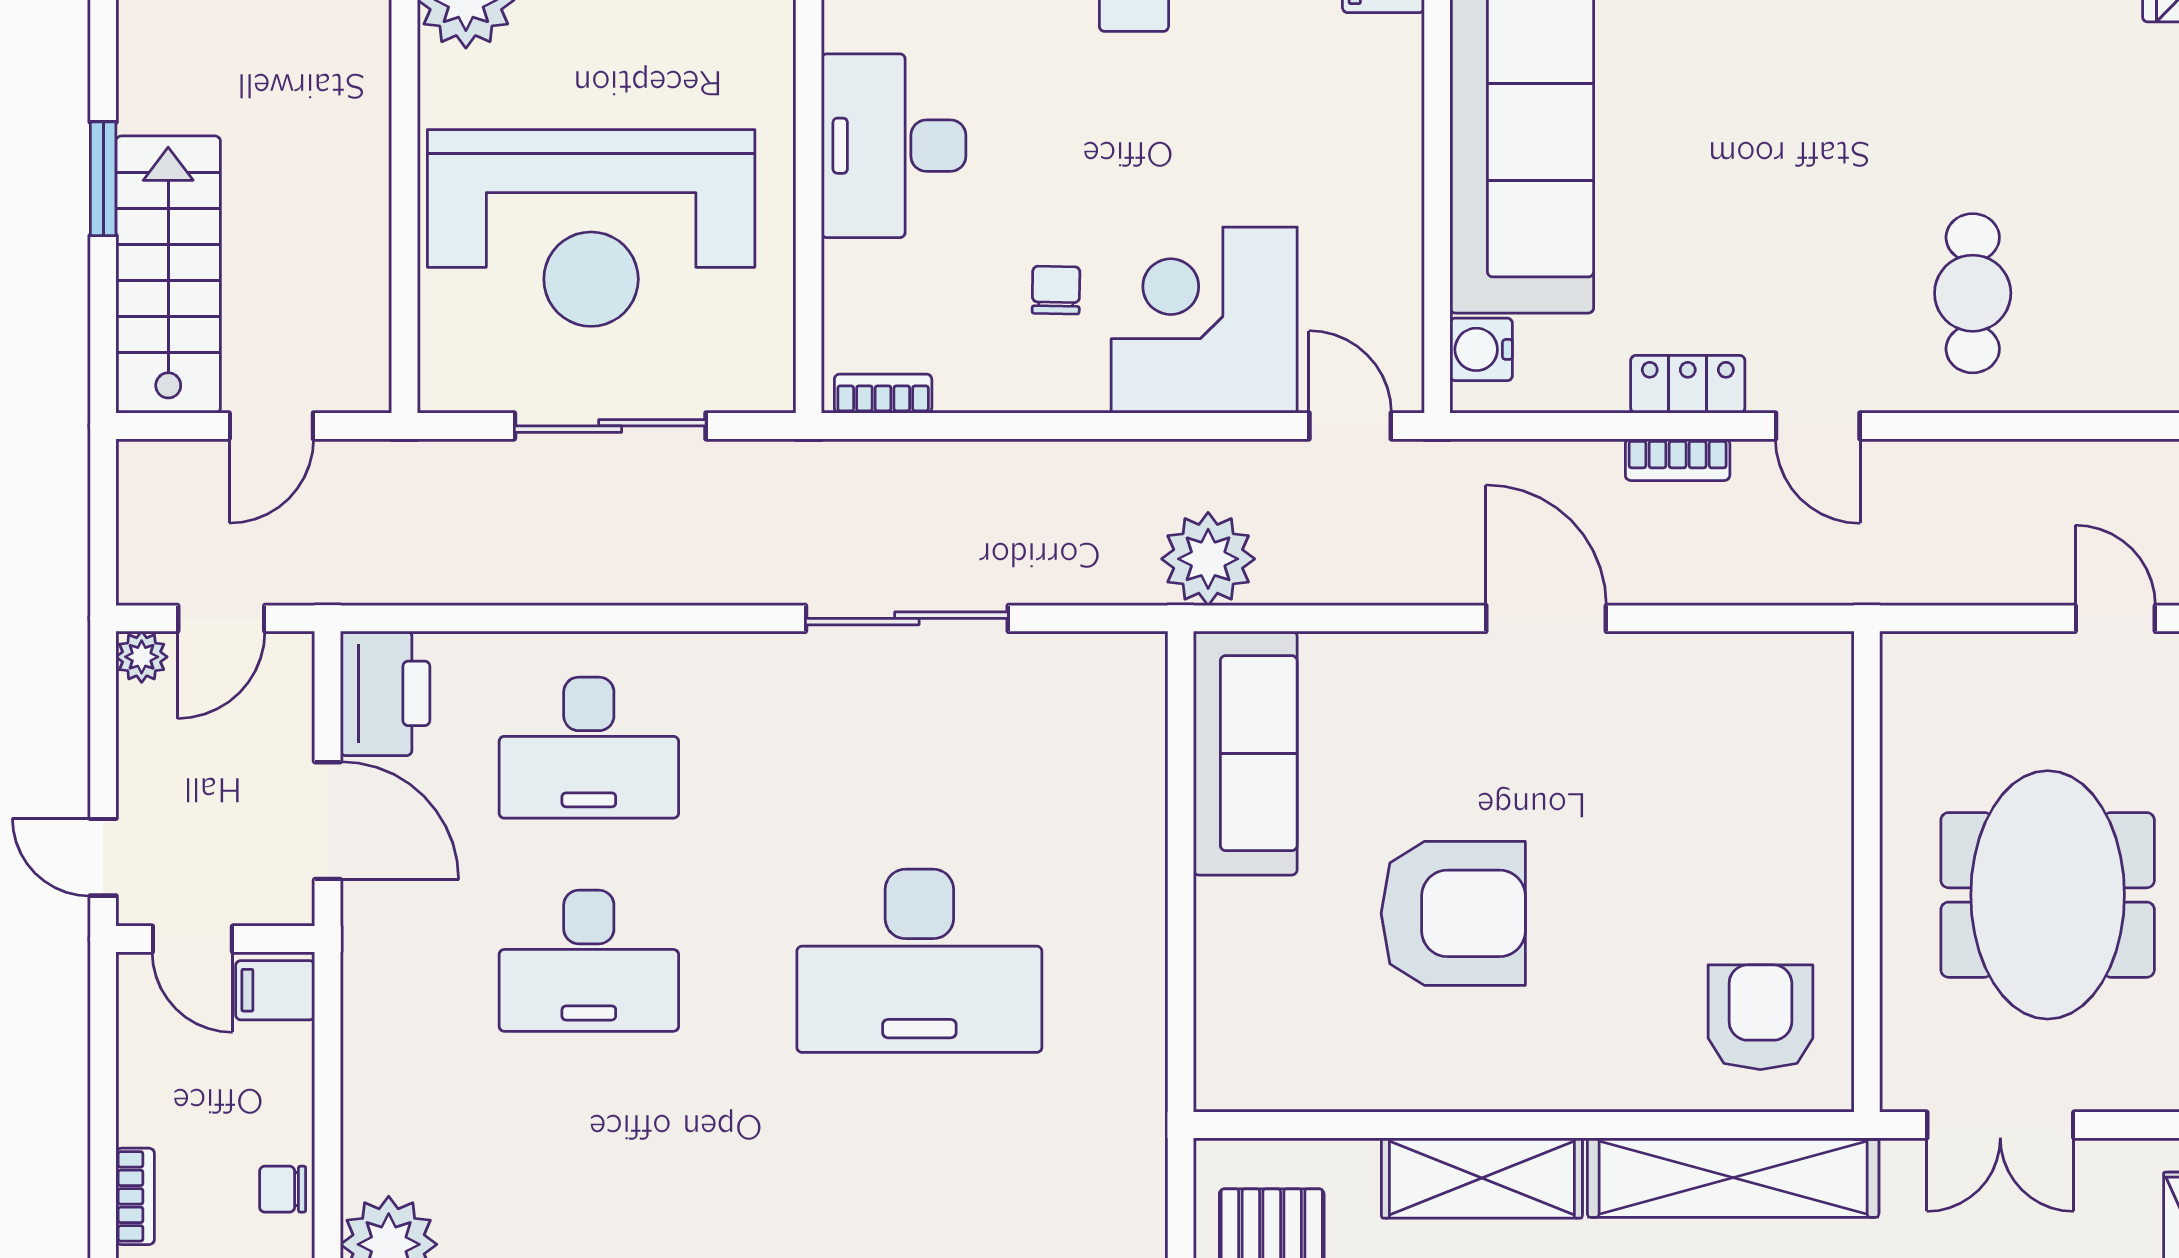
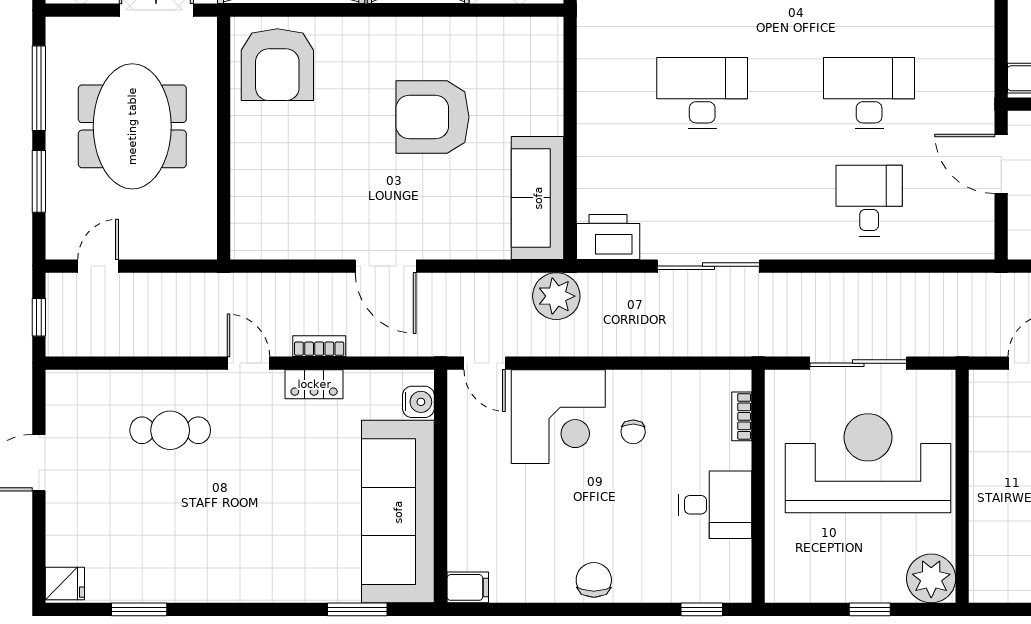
desk: (894, 146) -> (715, 505), width x0.73
cafe table: (1973, 293) -> (170, 430), turned 90
bookcase: (883, 394) -> (742, 416), moved, turned 90
door: (2115, 618) -> (98, 266), swing flipped
printer: (385, 693) -> (608, 237), moved, turned 90
desk: (589, 748) -> (869, 201), width x0.73
desk: (919, 961) -> (702, 93), width x0.73, depth x0.77
armchair: (1760, 1017) -> (277, 65), width x1.36, depth x1.36

